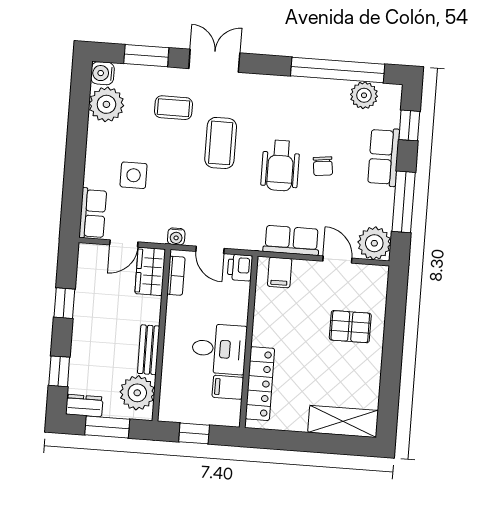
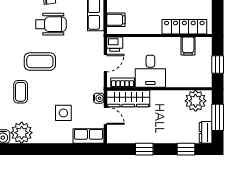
water cooler: (176, 237) -> (99, 98), moved
wardrobe: (150, 271) -> (128, 98), width x1.50
desk: (219, 349) -> (150, 71), moved, turned 180
bench: (149, 350) -> (169, 96), removed

